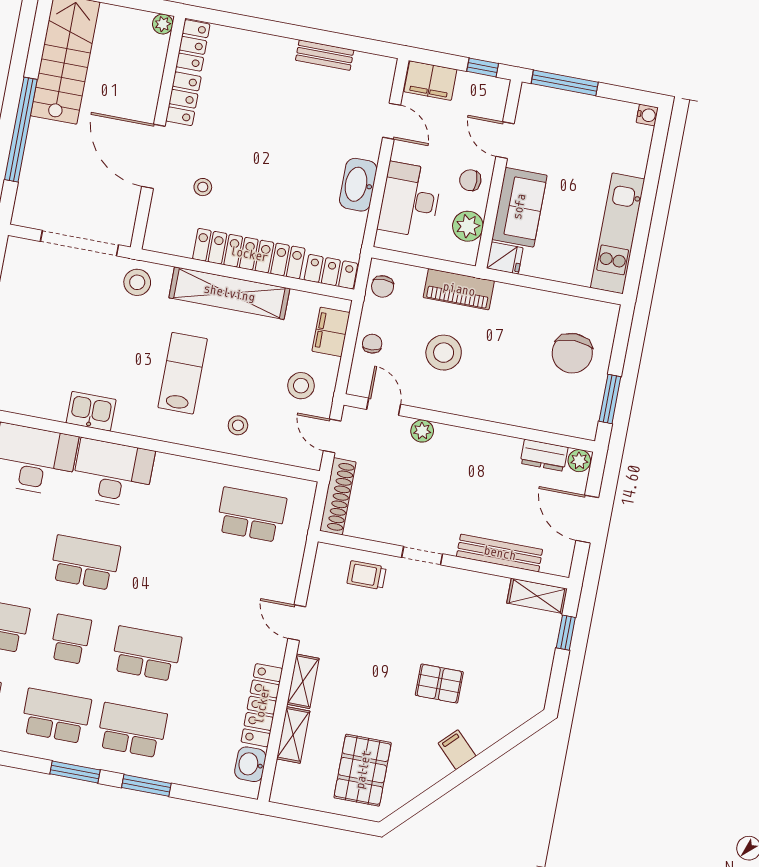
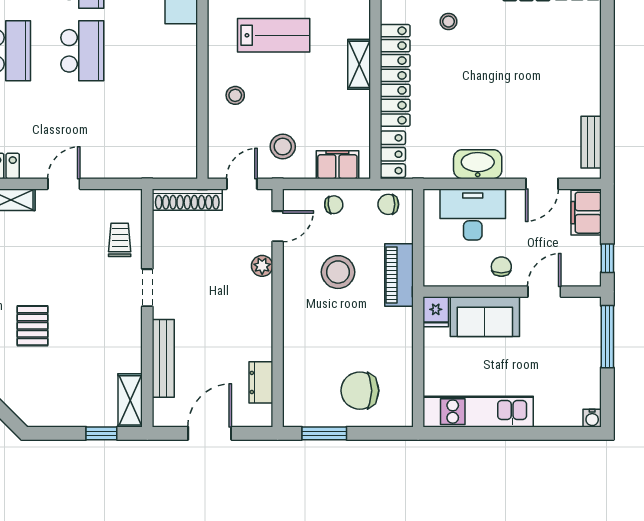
bench: (325, 55) -> (591, 142), moved
plant: (468, 226) -> (459, 272), removed
shelving: (229, 293) -> (359, 64), width x0.45, depth x0.75
plant: (579, 461) -> (262, 416), removed
school desk: (251, 515) -> (82, 51), moved

